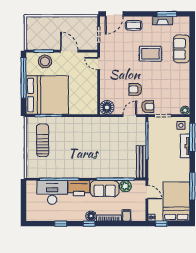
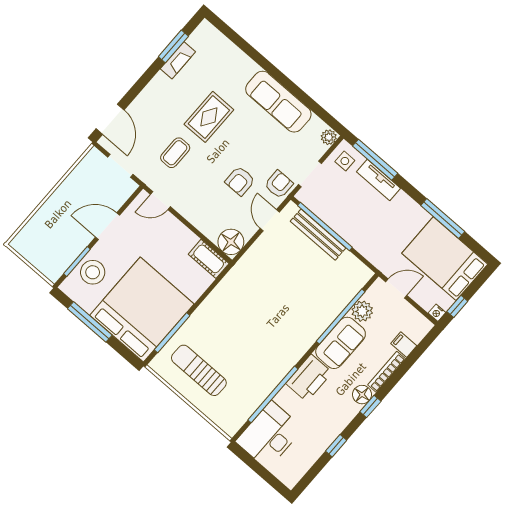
coffee table: (134, 25) -> (175, 153), moved
sofa: (182, 49) -> (278, 102), moved, width x1.36
window: (24, 78) -> (90, 322), width x0.68
cot: (92, 104) -> (209, 259), added
bench: (141, 162) -> (318, 235), moved
desk: (52, 192) -> (270, 435), moved

